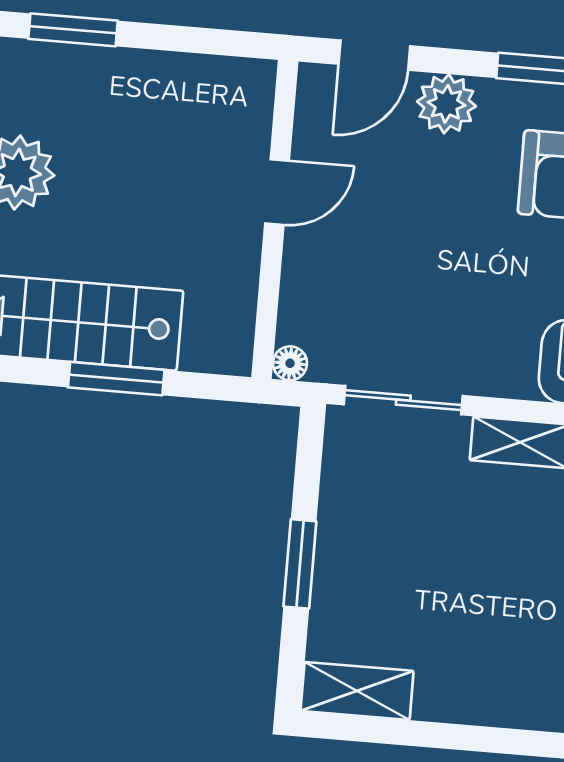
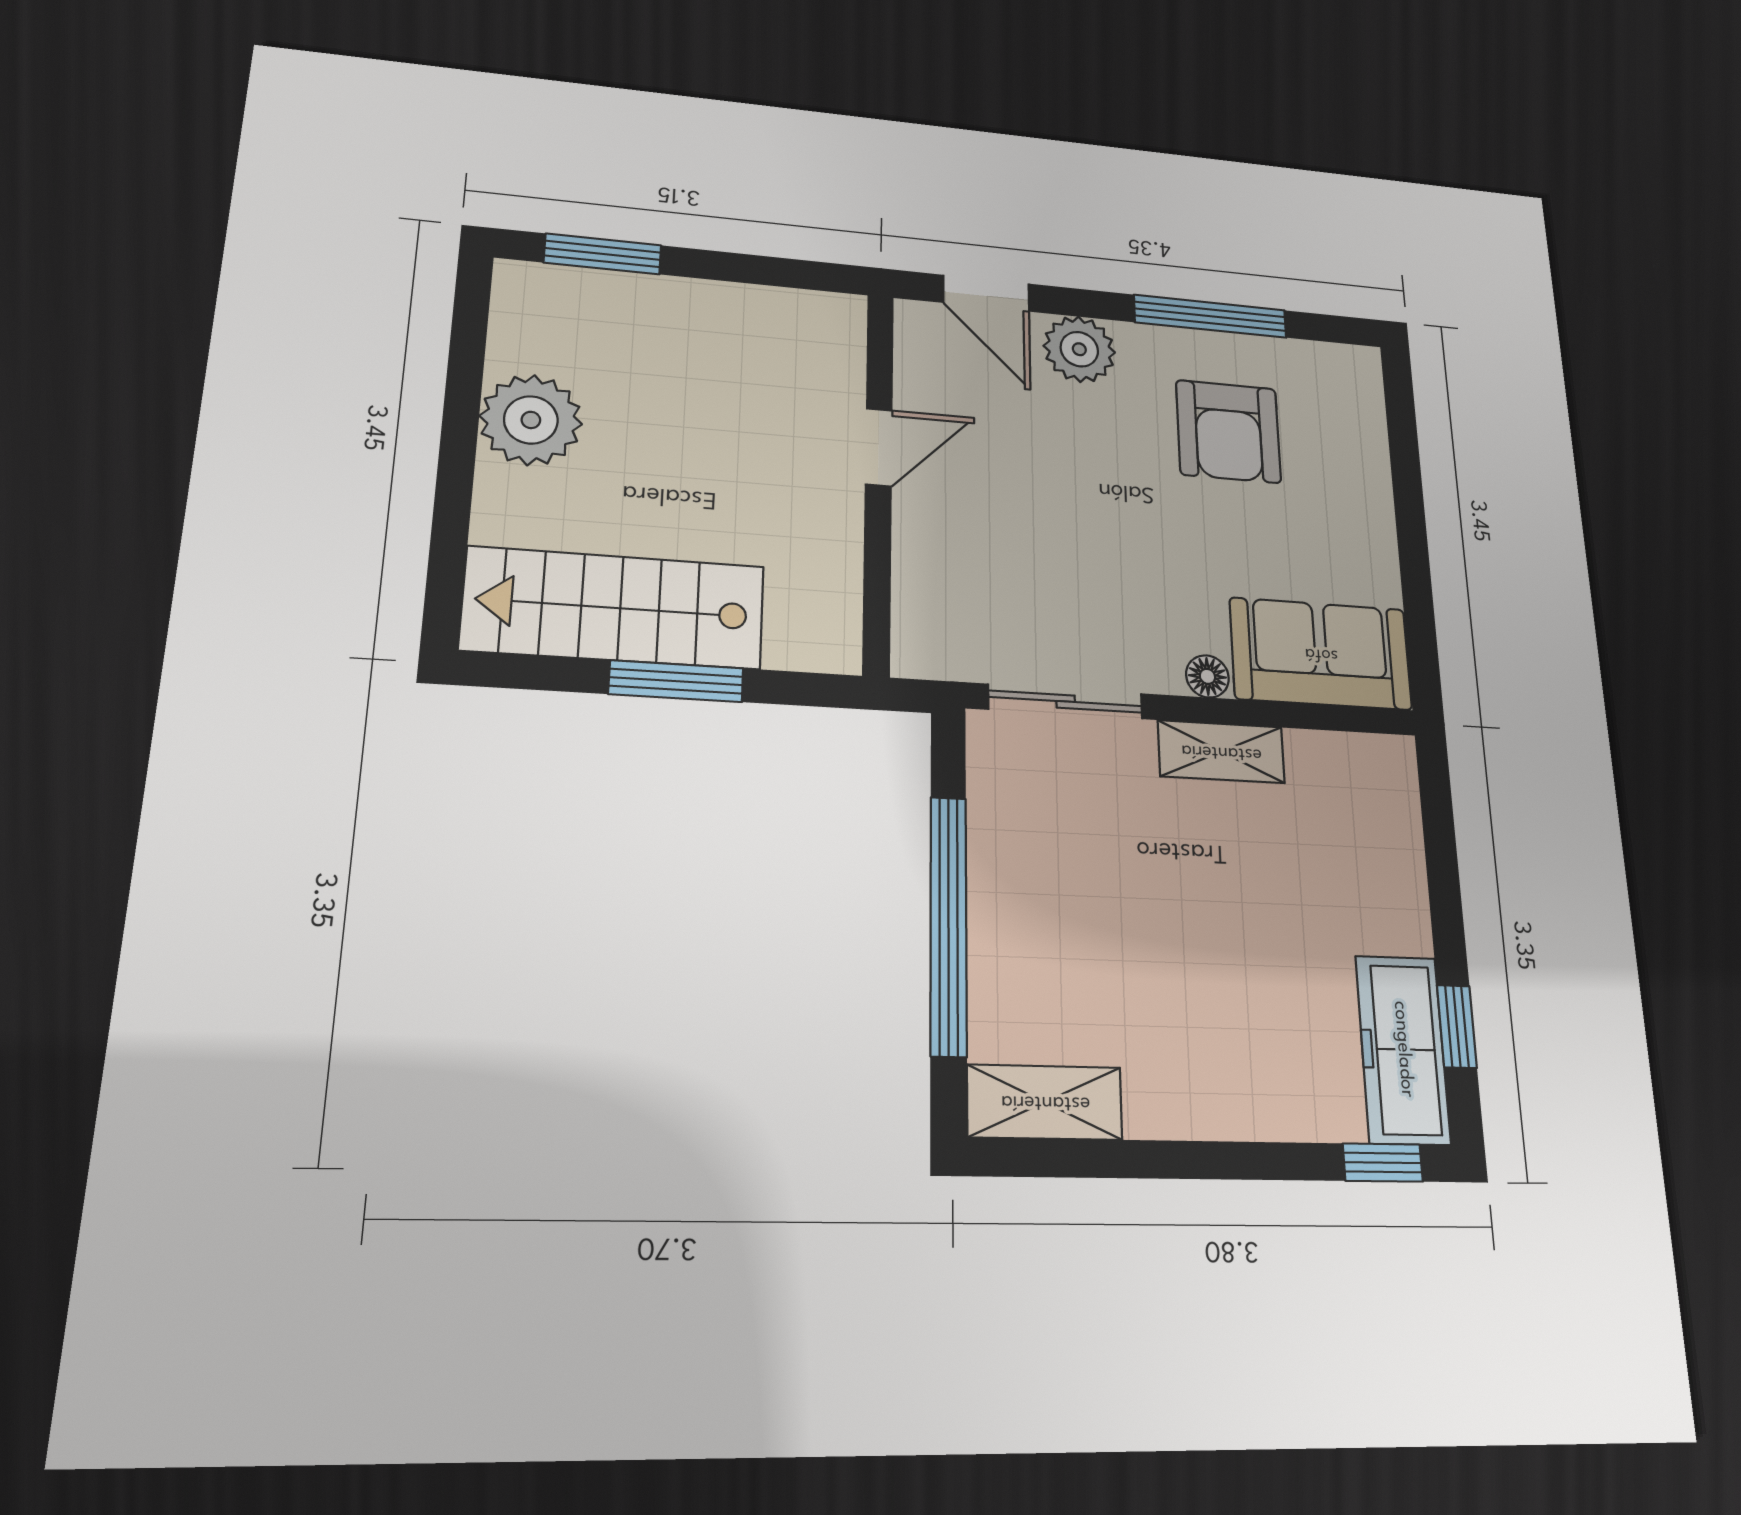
door: (374, 55) -> (986, 293), hinge flipped
floor lamp: (290, 363) -> (1207, 676), moved
window: (300, 564) -> (949, 925), width x2.11

